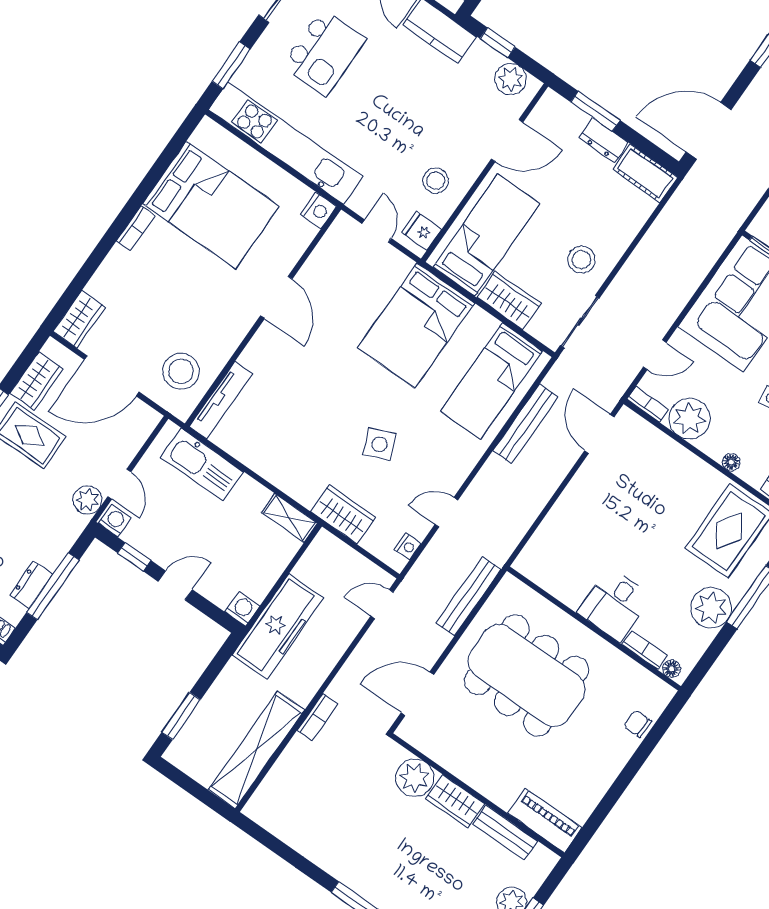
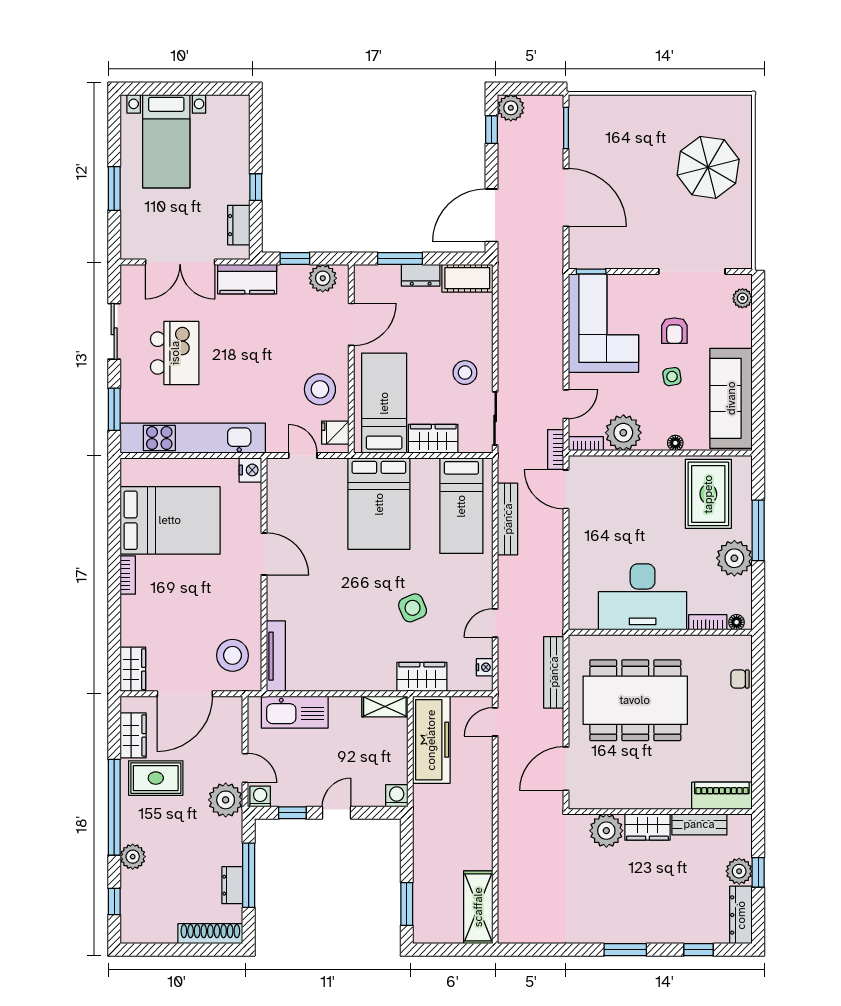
stool: (436, 181) -> (320, 389), width x1.38, depth x1.38
plant: (88, 500) -> (226, 800), width x1.36, depth x1.36
desk: (615, 604) -> (643, 597), width x1.87, depth x1.30
freezer: (278, 626) -> (431, 740), moved
bookcase: (317, 717) -> (556, 449), moved, turned 180
shelving: (256, 750) -> (478, 907), width x0.68

